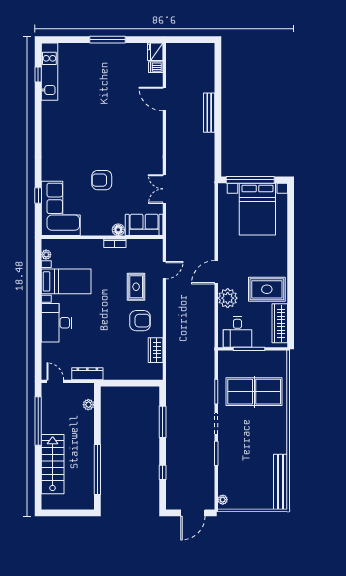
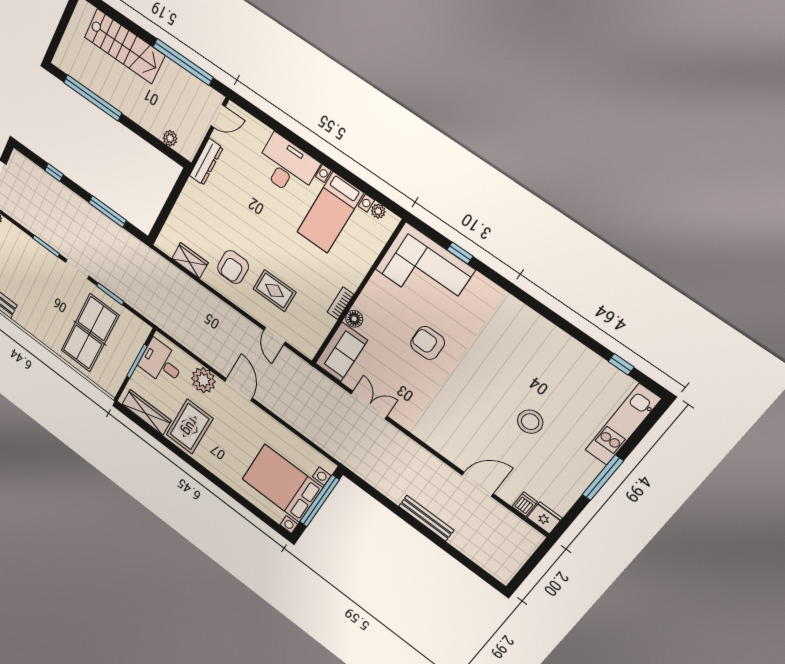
kitchen unit: (49, 72) -> (623, 425), moved, turned 90
stool: (105, 97) -> (530, 422), added
armchair: (102, 180) -> (428, 343), turned -90

